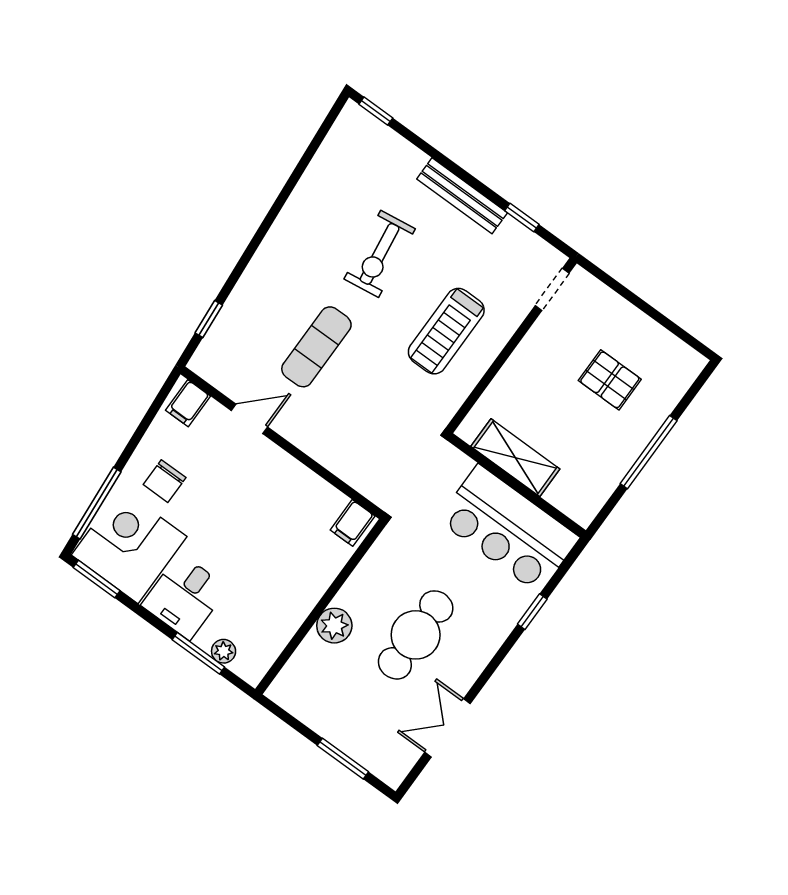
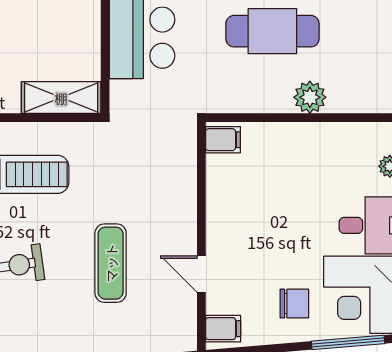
exercise mat: (316, 347) -> (111, 263), turned 90
shelving: (515, 458) -> (61, 98), moved, turned 90

